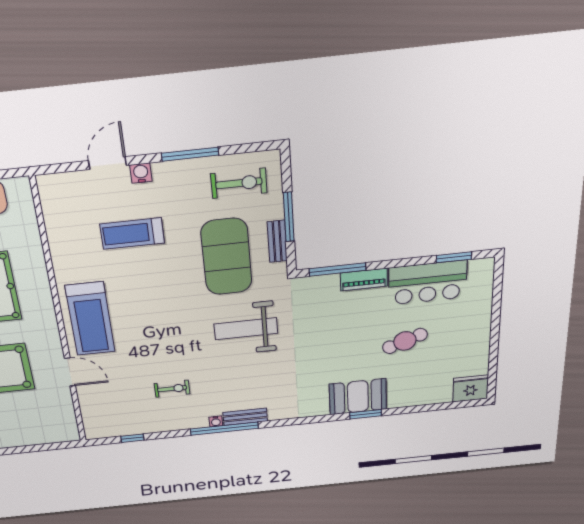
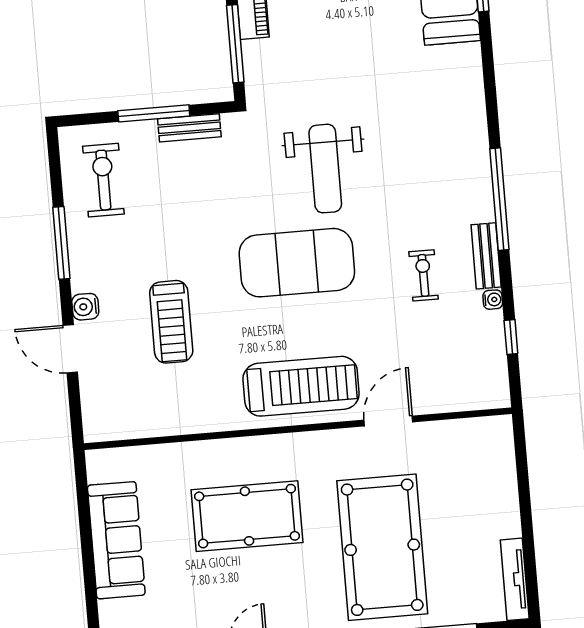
exercise mat: (227, 257) -> (297, 263), moved
bench: (245, 417) -> (486, 256), moved
water cooler: (216, 421) -> (493, 300), moved

